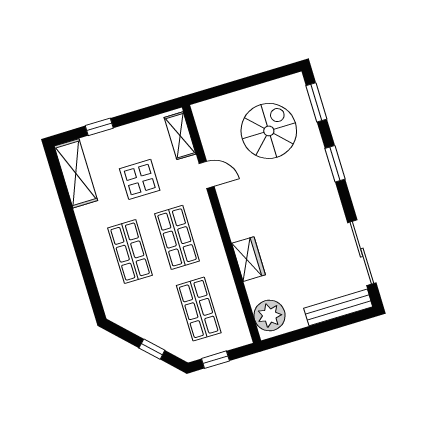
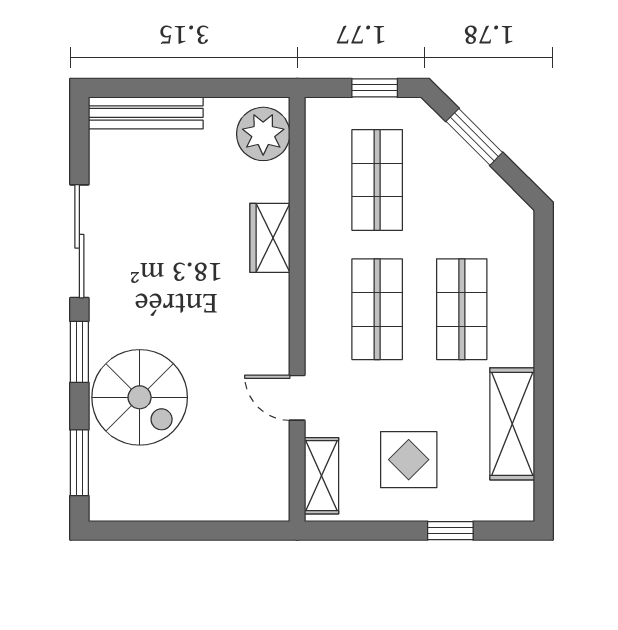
spiral stairs: (269, 131) -> (140, 397), moved, turned -90
shelving: (76, 173) -> (512, 424), moved
display table: (140, 179) -> (409, 460), moved
sliding door: (362, 253) -> (79, 241), moved
window: (152, 349) -> (474, 137), width x1.50

